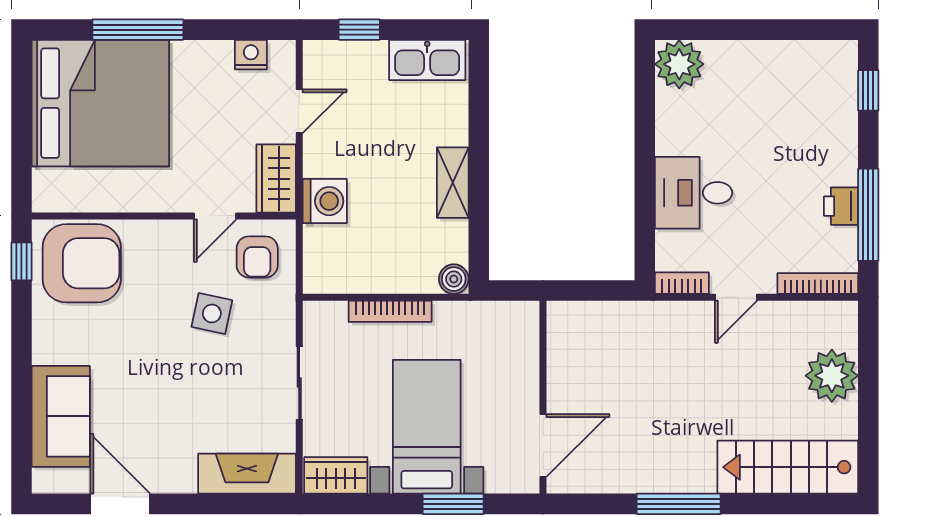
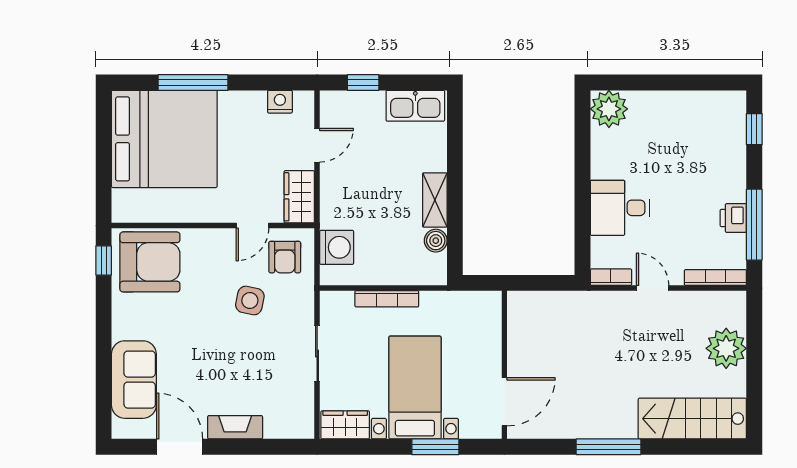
washing machine: (325, 201) -> (337, 247), moved
boiler: (454, 279) -> (436, 241), moved
door: (736, 297) -> (653, 288), swing flipped
fireplace: (247, 474) -> (235, 427), moved, width x0.73, depth x0.76

